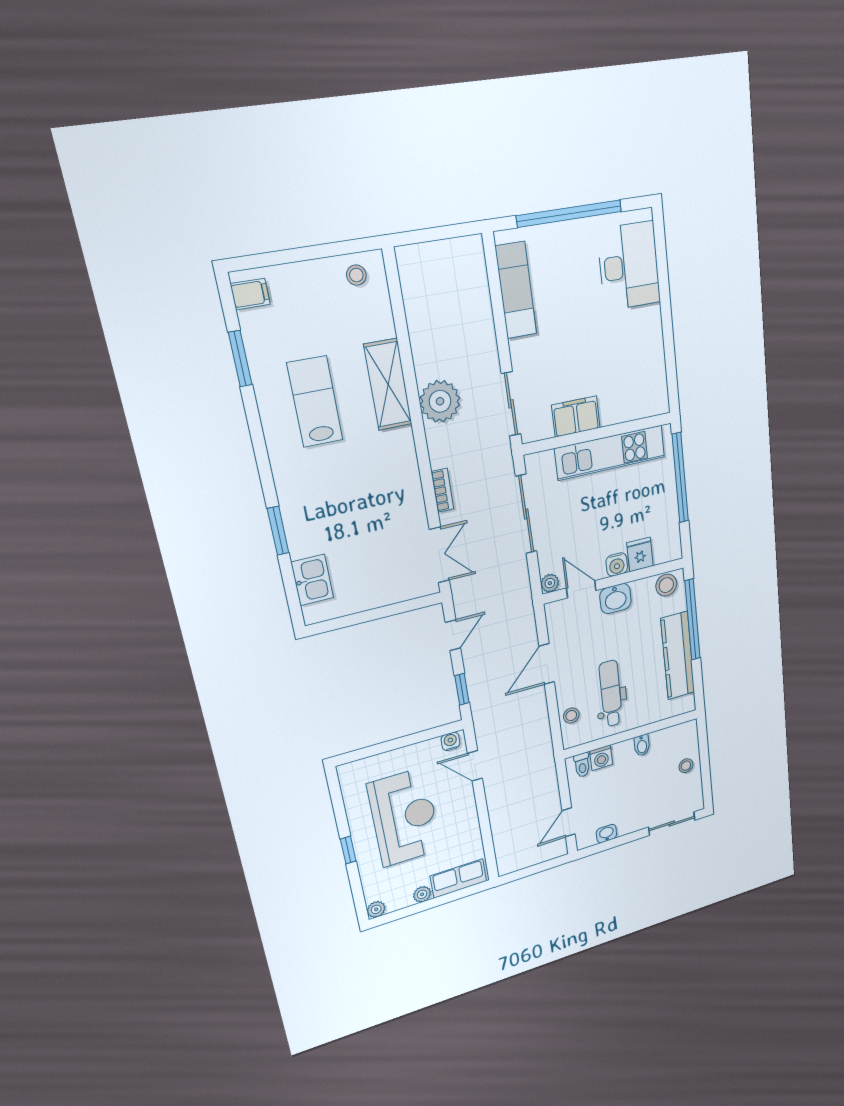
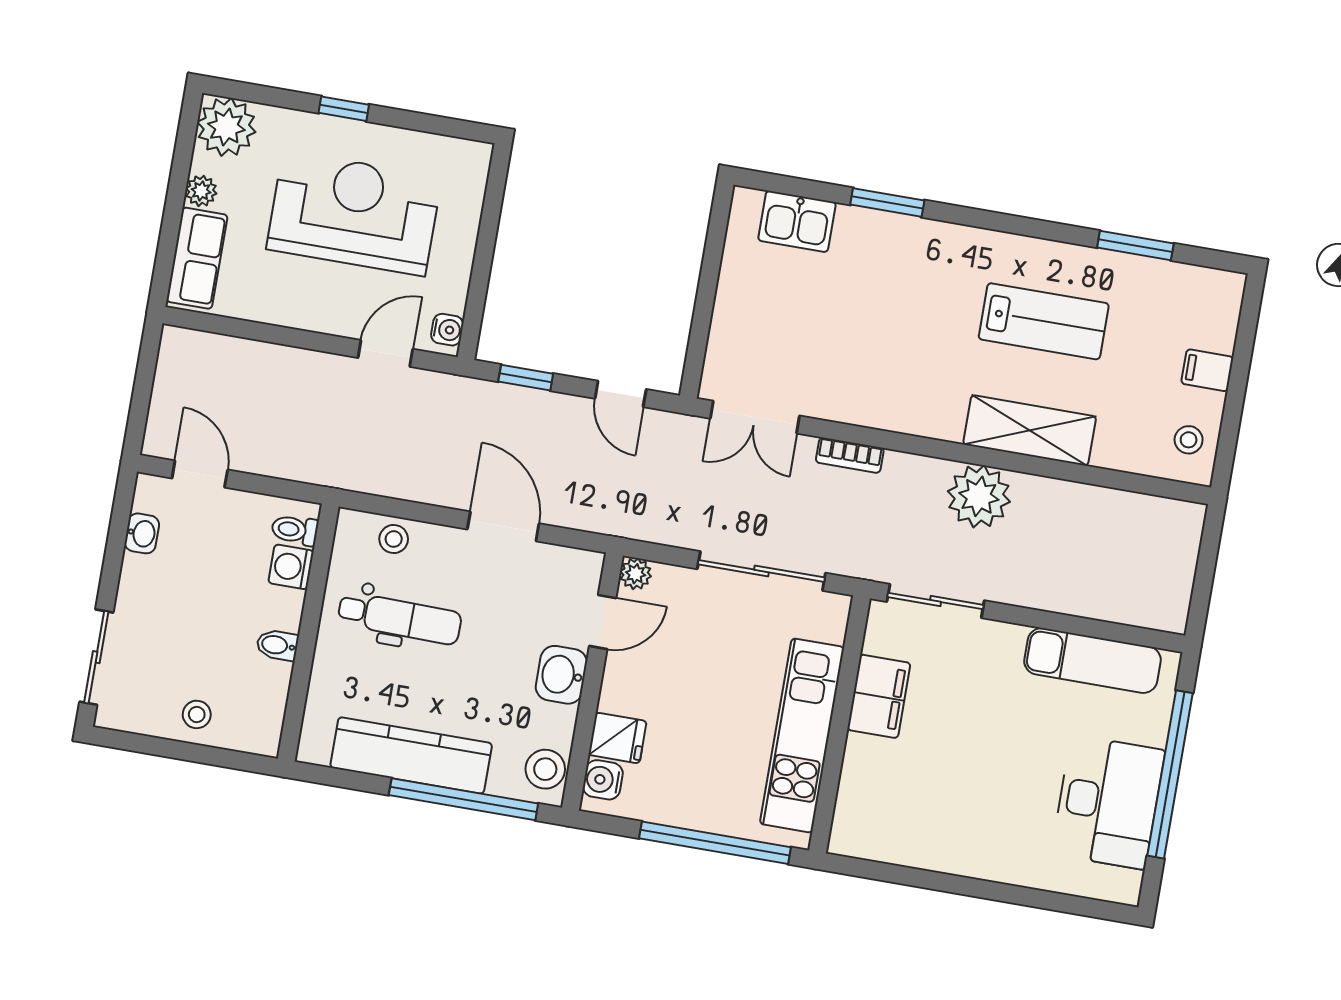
desk: (629, 266) -> (1108, 802), moved, turned -90
filing cabinet: (250, 294) -> (1207, 370), moved, turned 90
water cooler: (617, 564) -> (603, 780), moved
reception desk: (404, 817) -> (354, 213), turned 180
plant: (376, 909) -> (226, 127), width x1.88, depth x1.88

